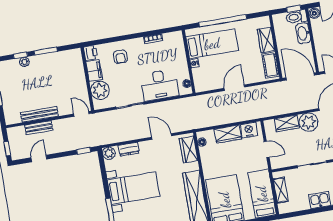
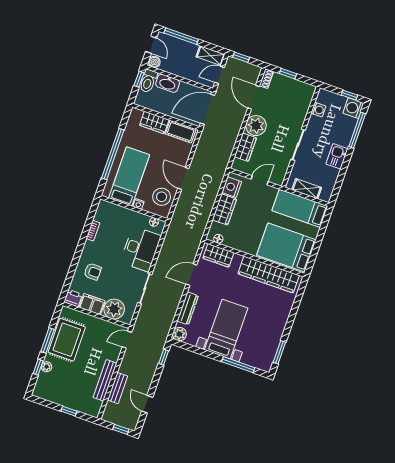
rug: (55, 66) -> (67, 340), added
stool: (210, 78) -> (162, 197), added
dresser: (129, 149) -> (188, 308), width x1.44

